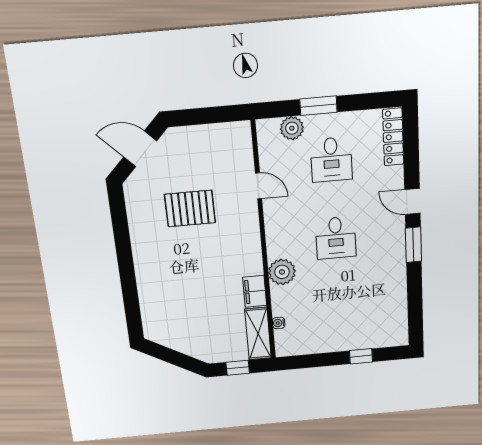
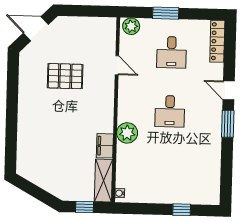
plant: (292, 128) -> (131, 26), moved
water cooler: (279, 323) -> (120, 193), moved

